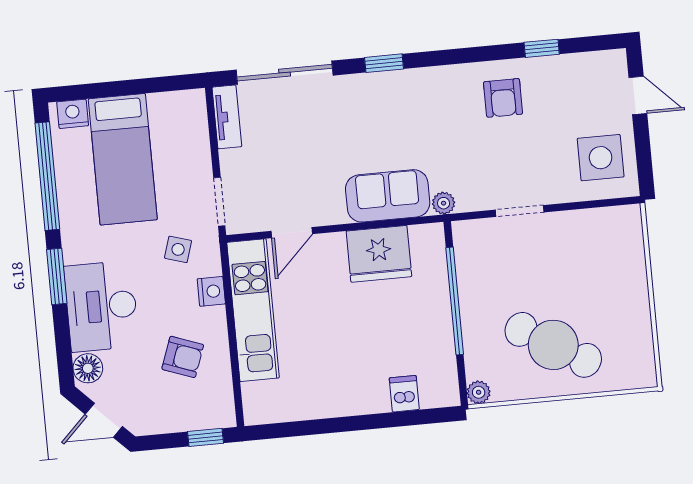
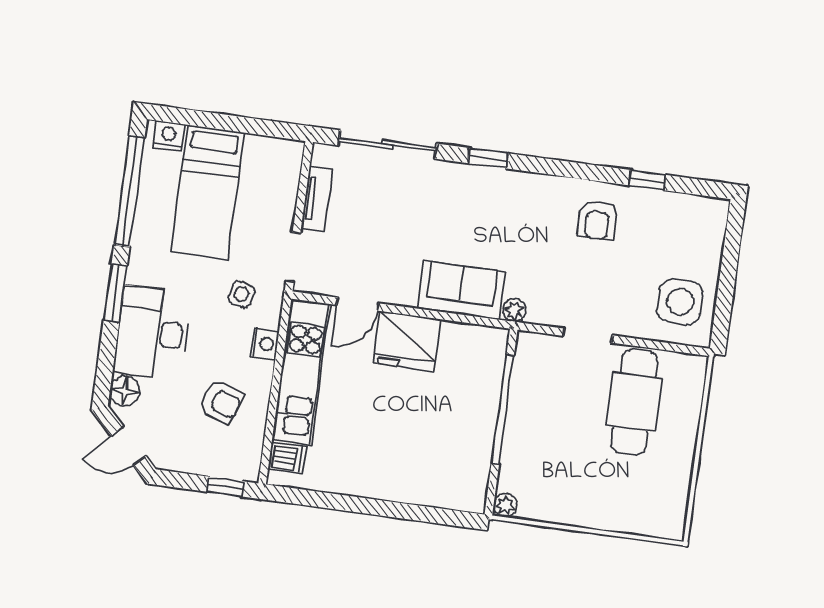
door: (638, 95) -> (731, 249), removed
tv unit: (227, 117) -> (317, 199), moved
fridge: (379, 254) -> (407, 341), moved
cafe table: (553, 345) -> (634, 402), moved, turned 59
dishwasher: (404, 394) -> (287, 458), moved, turned 90

